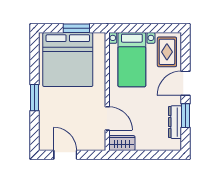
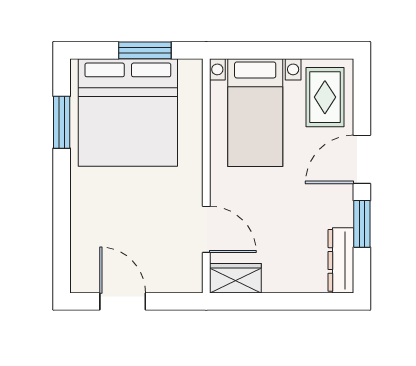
window: (34, 98) -> (62, 122), moved
dresser: (175, 122) -> (341, 260), moved

